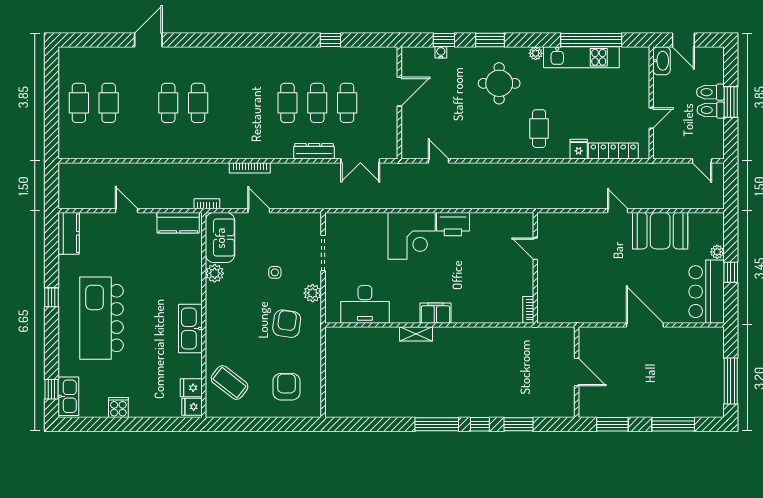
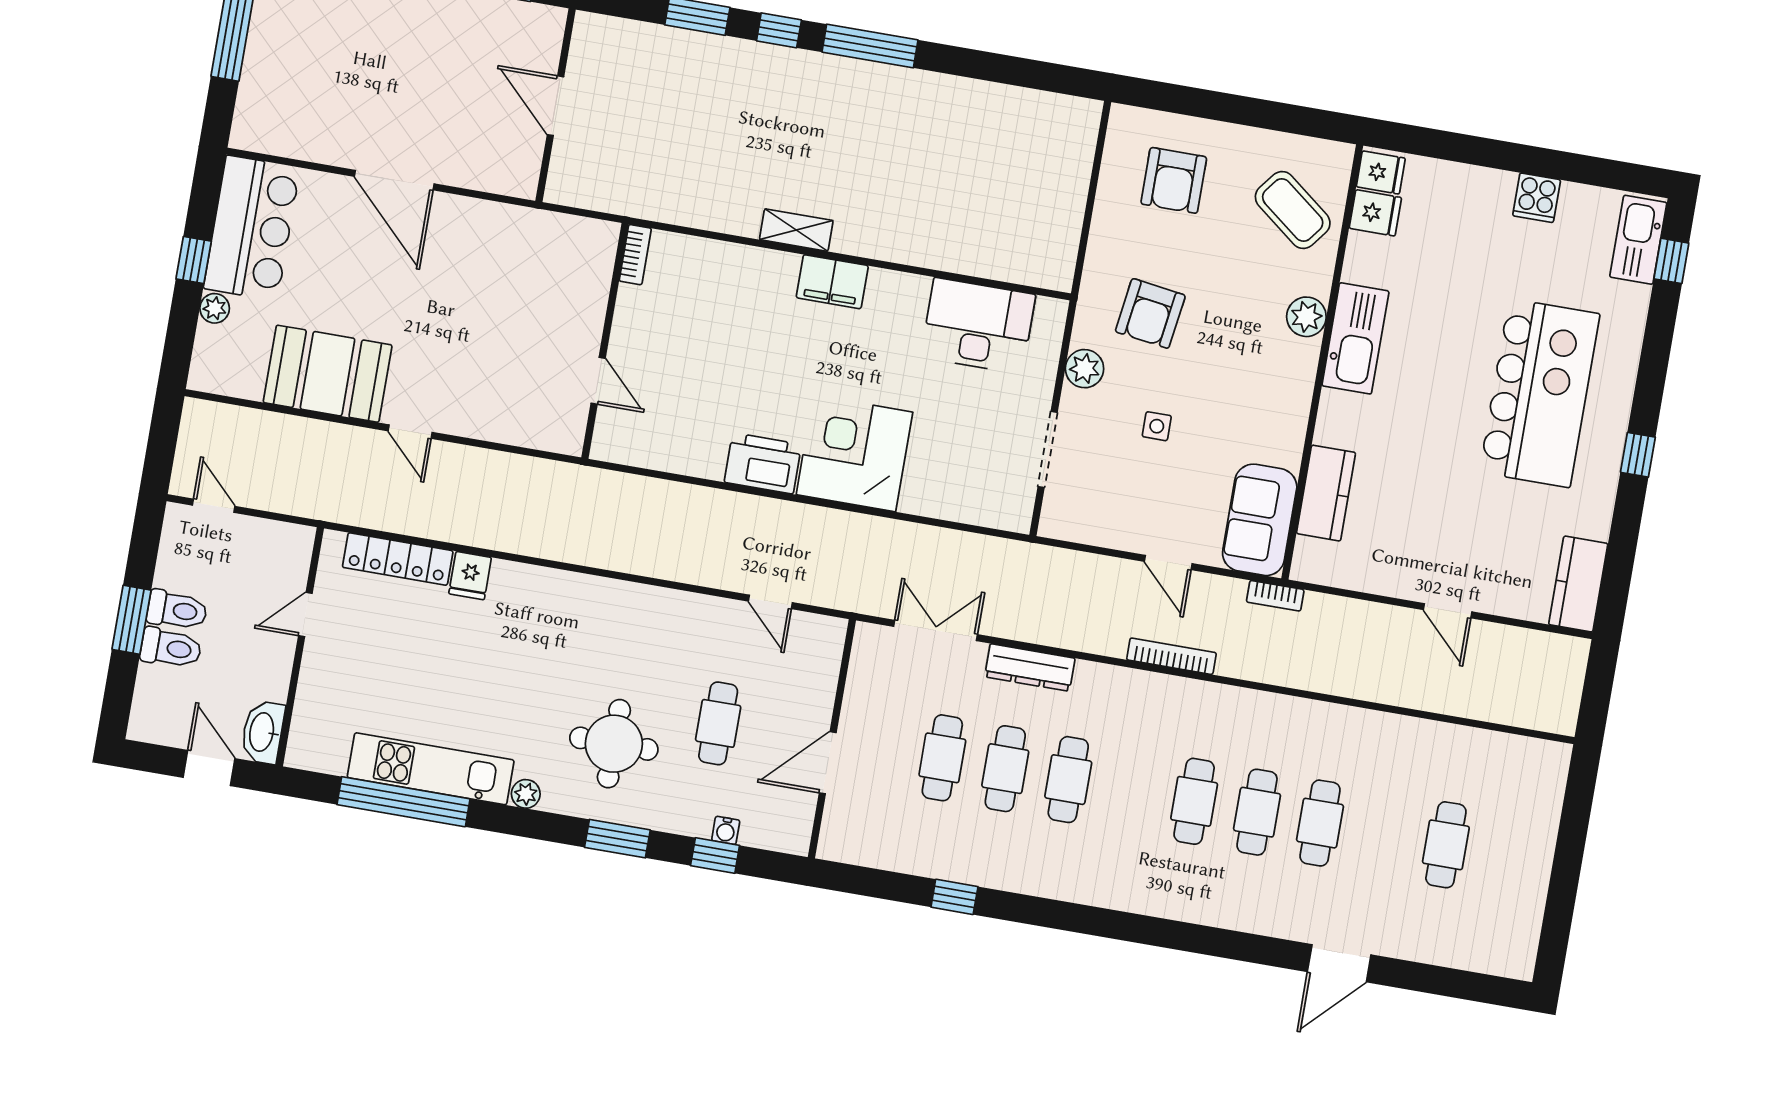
cafe table: (79, 103) -> (1194, 801), moved
cafe table: (539, 129) -> (718, 723), moved
kitchen counter: (178, 223) -> (1326, 493), moved, turned 90
plant: (215, 273) -> (1306, 317), moved
shelving: (416, 334) -> (796, 230), moved

